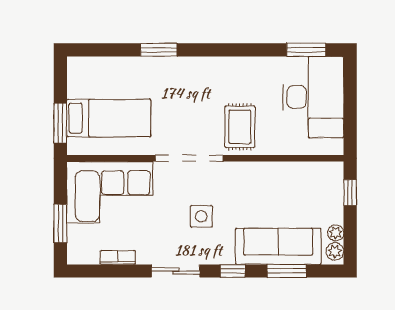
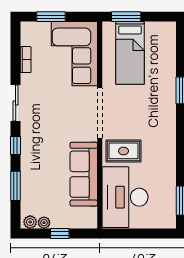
desk: (313, 97) -> (125, 197), moved, turned 90
window: (350, 193) -> (60, 233), moved
side table: (201, 216) -> (56, 122), removed
sofa: (278, 246) -> (84, 174), moved, turned 180

